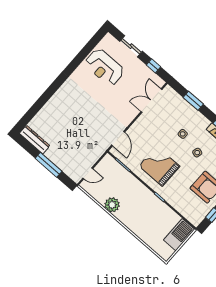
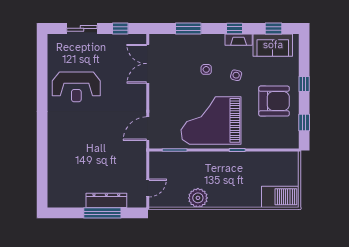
reception desk: (104, 67) -> (76, 87), moved
door: (118, 139) -> (148, 129), swing flipped
dresser: (35, 140) -> (106, 200), moved
grand piano: (159, 166) -> (211, 120), width x1.37, depth x1.48
barbecue: (179, 235) -> (280, 197), moved, turned 90

